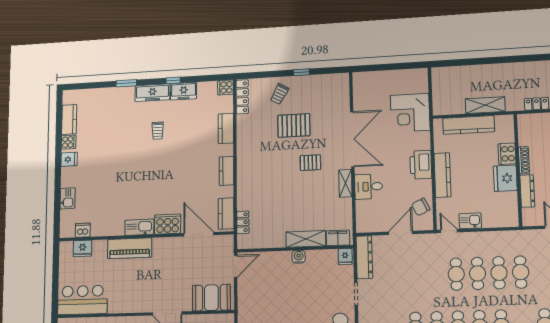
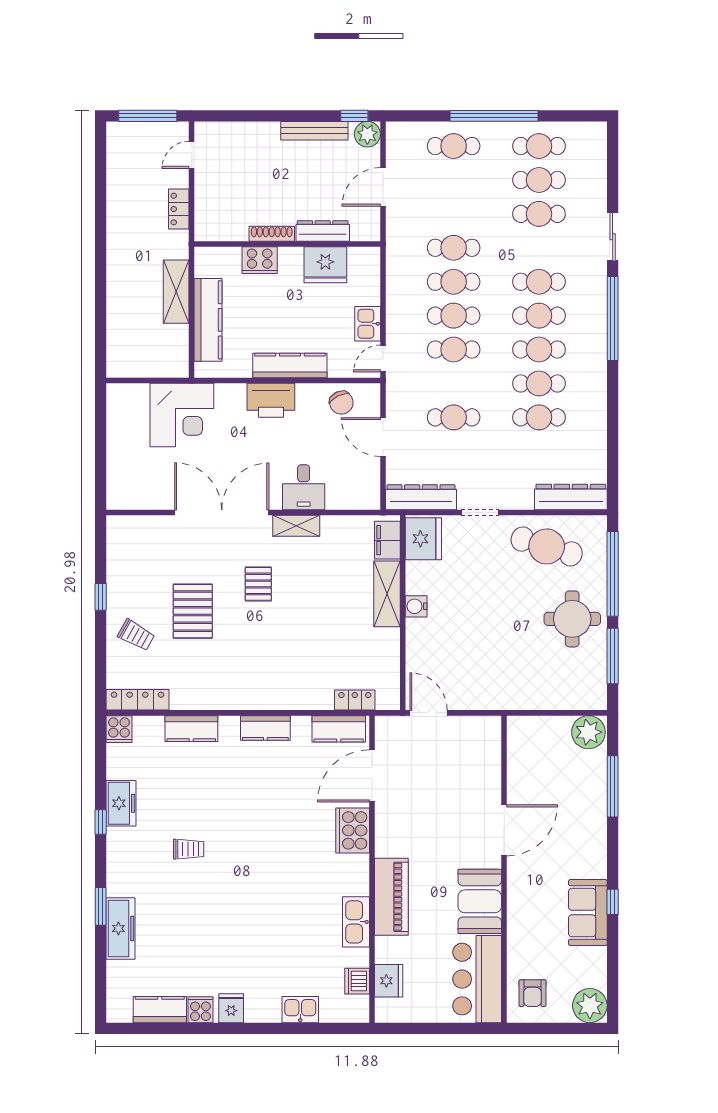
freezer: (152, 93) -> (120, 928), moved
fridge: (505, 178) -> (325, 265), moved
kitchen sink: (139, 227) -> (356, 922), moved
fridge: (345, 257) -> (423, 539), width x1.88, depth x1.34
cafe table: (414, 275) -> (454, 417), added
booth: (211, 298) -> (480, 901), moved

